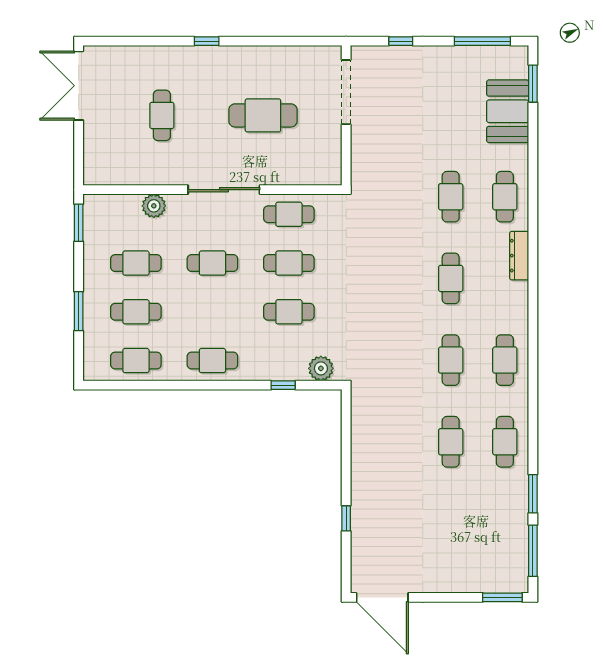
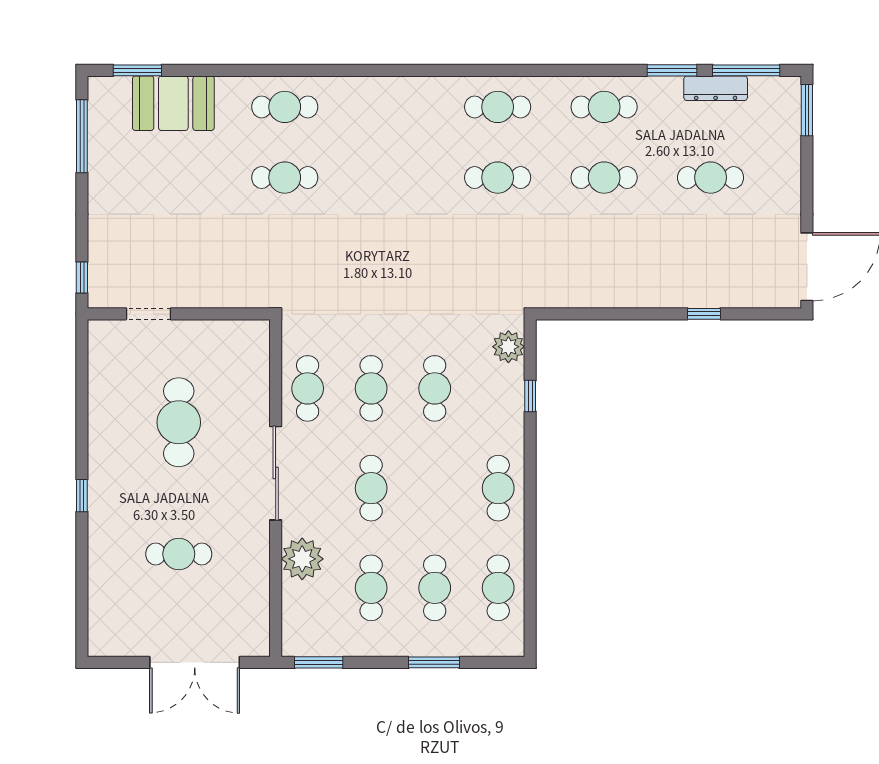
window: (401, 41) -> (82, 277), moved
double door: (79, 86) -> (195, 662), moved
doorway: (346, 92) -> (148, 314), width x0.53
plant: (154, 206) -> (302, 559), width x1.36, depth x1.36
dresser: (519, 256) -> (716, 88), moved
cafe table: (451, 278) -> (711, 178), moved

